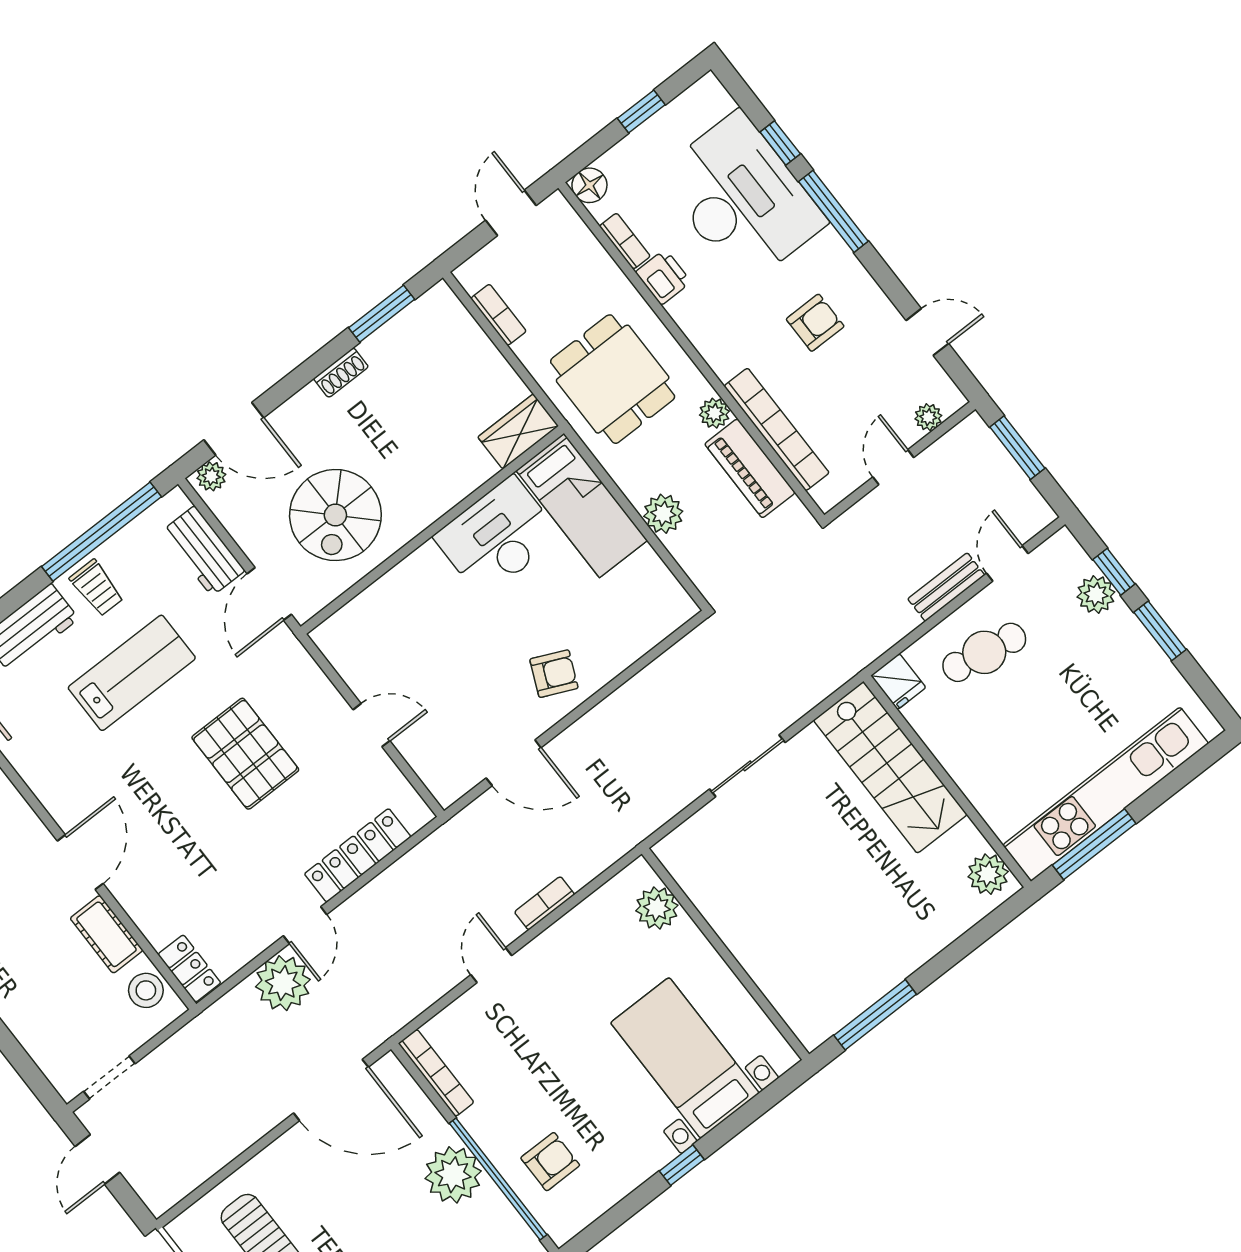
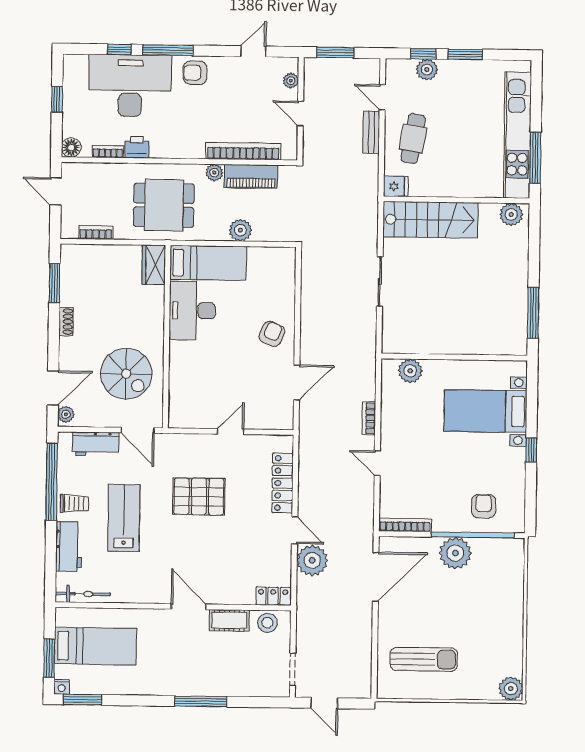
armchair: (815, 323) -> (195, 73), moved, turned -90

